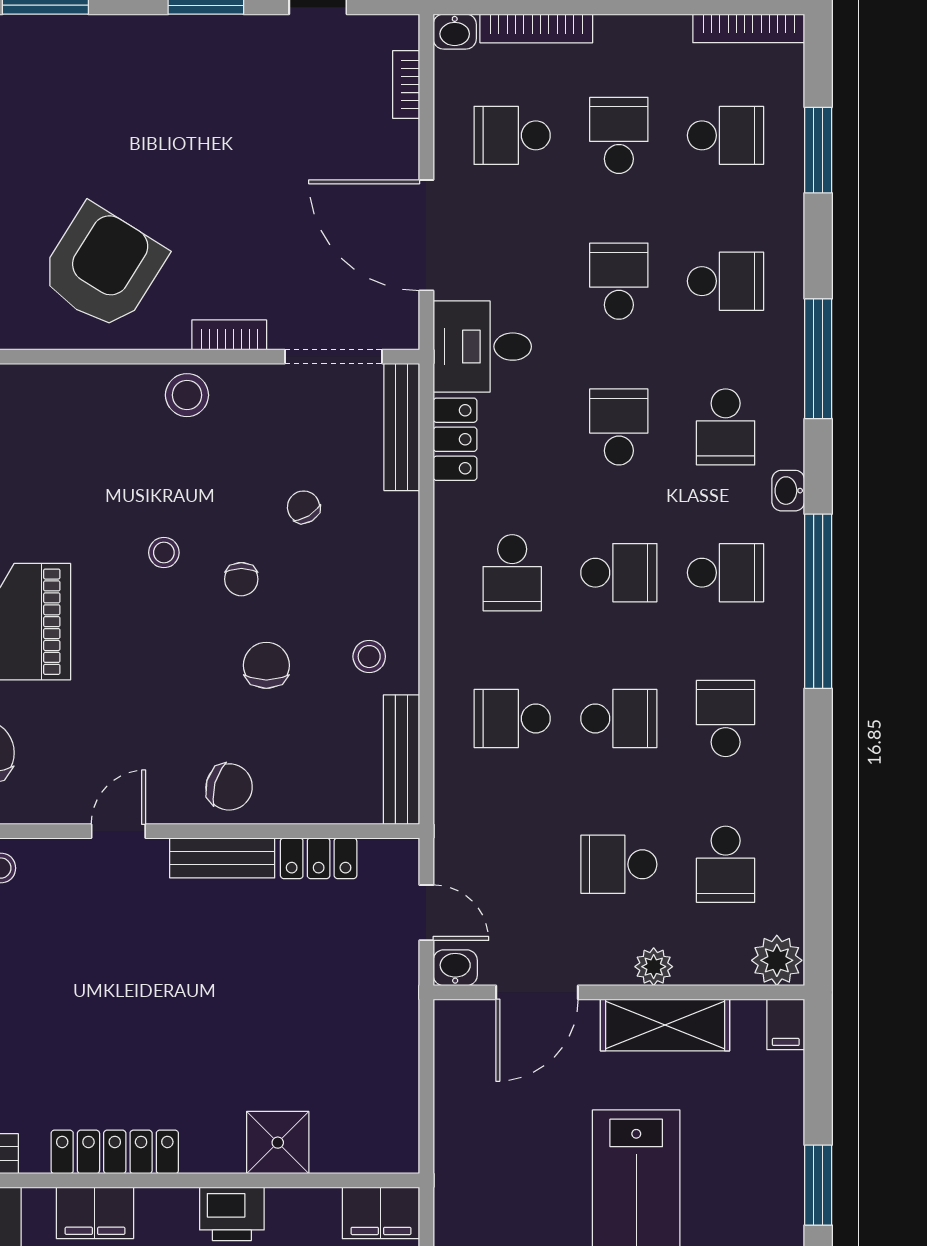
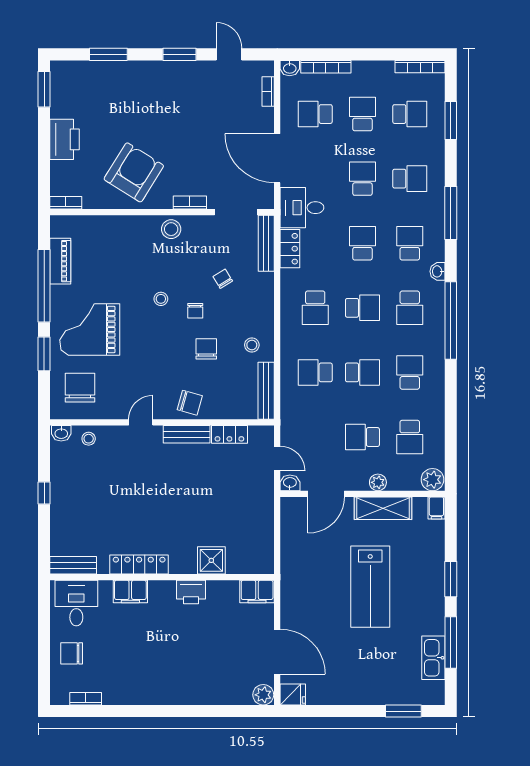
school desk: (726, 427) -> (410, 243), turned 180
school desk: (726, 573) -> (410, 308), turned 90

